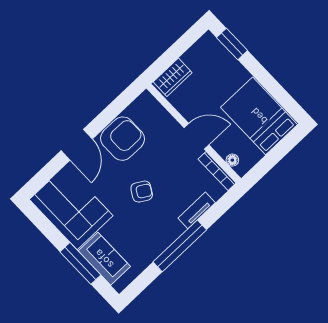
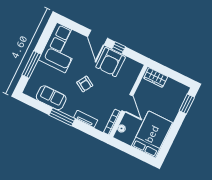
window: (105, 118) -> (119, 48), added
armchair: (123, 139) -> (111, 62), turned 90
door: (77, 145) -> (97, 38), hinge flipped
window: (180, 246) -> (62, 117), width x0.68
sofa: (104, 259) -> (51, 98), moved, turned -90

